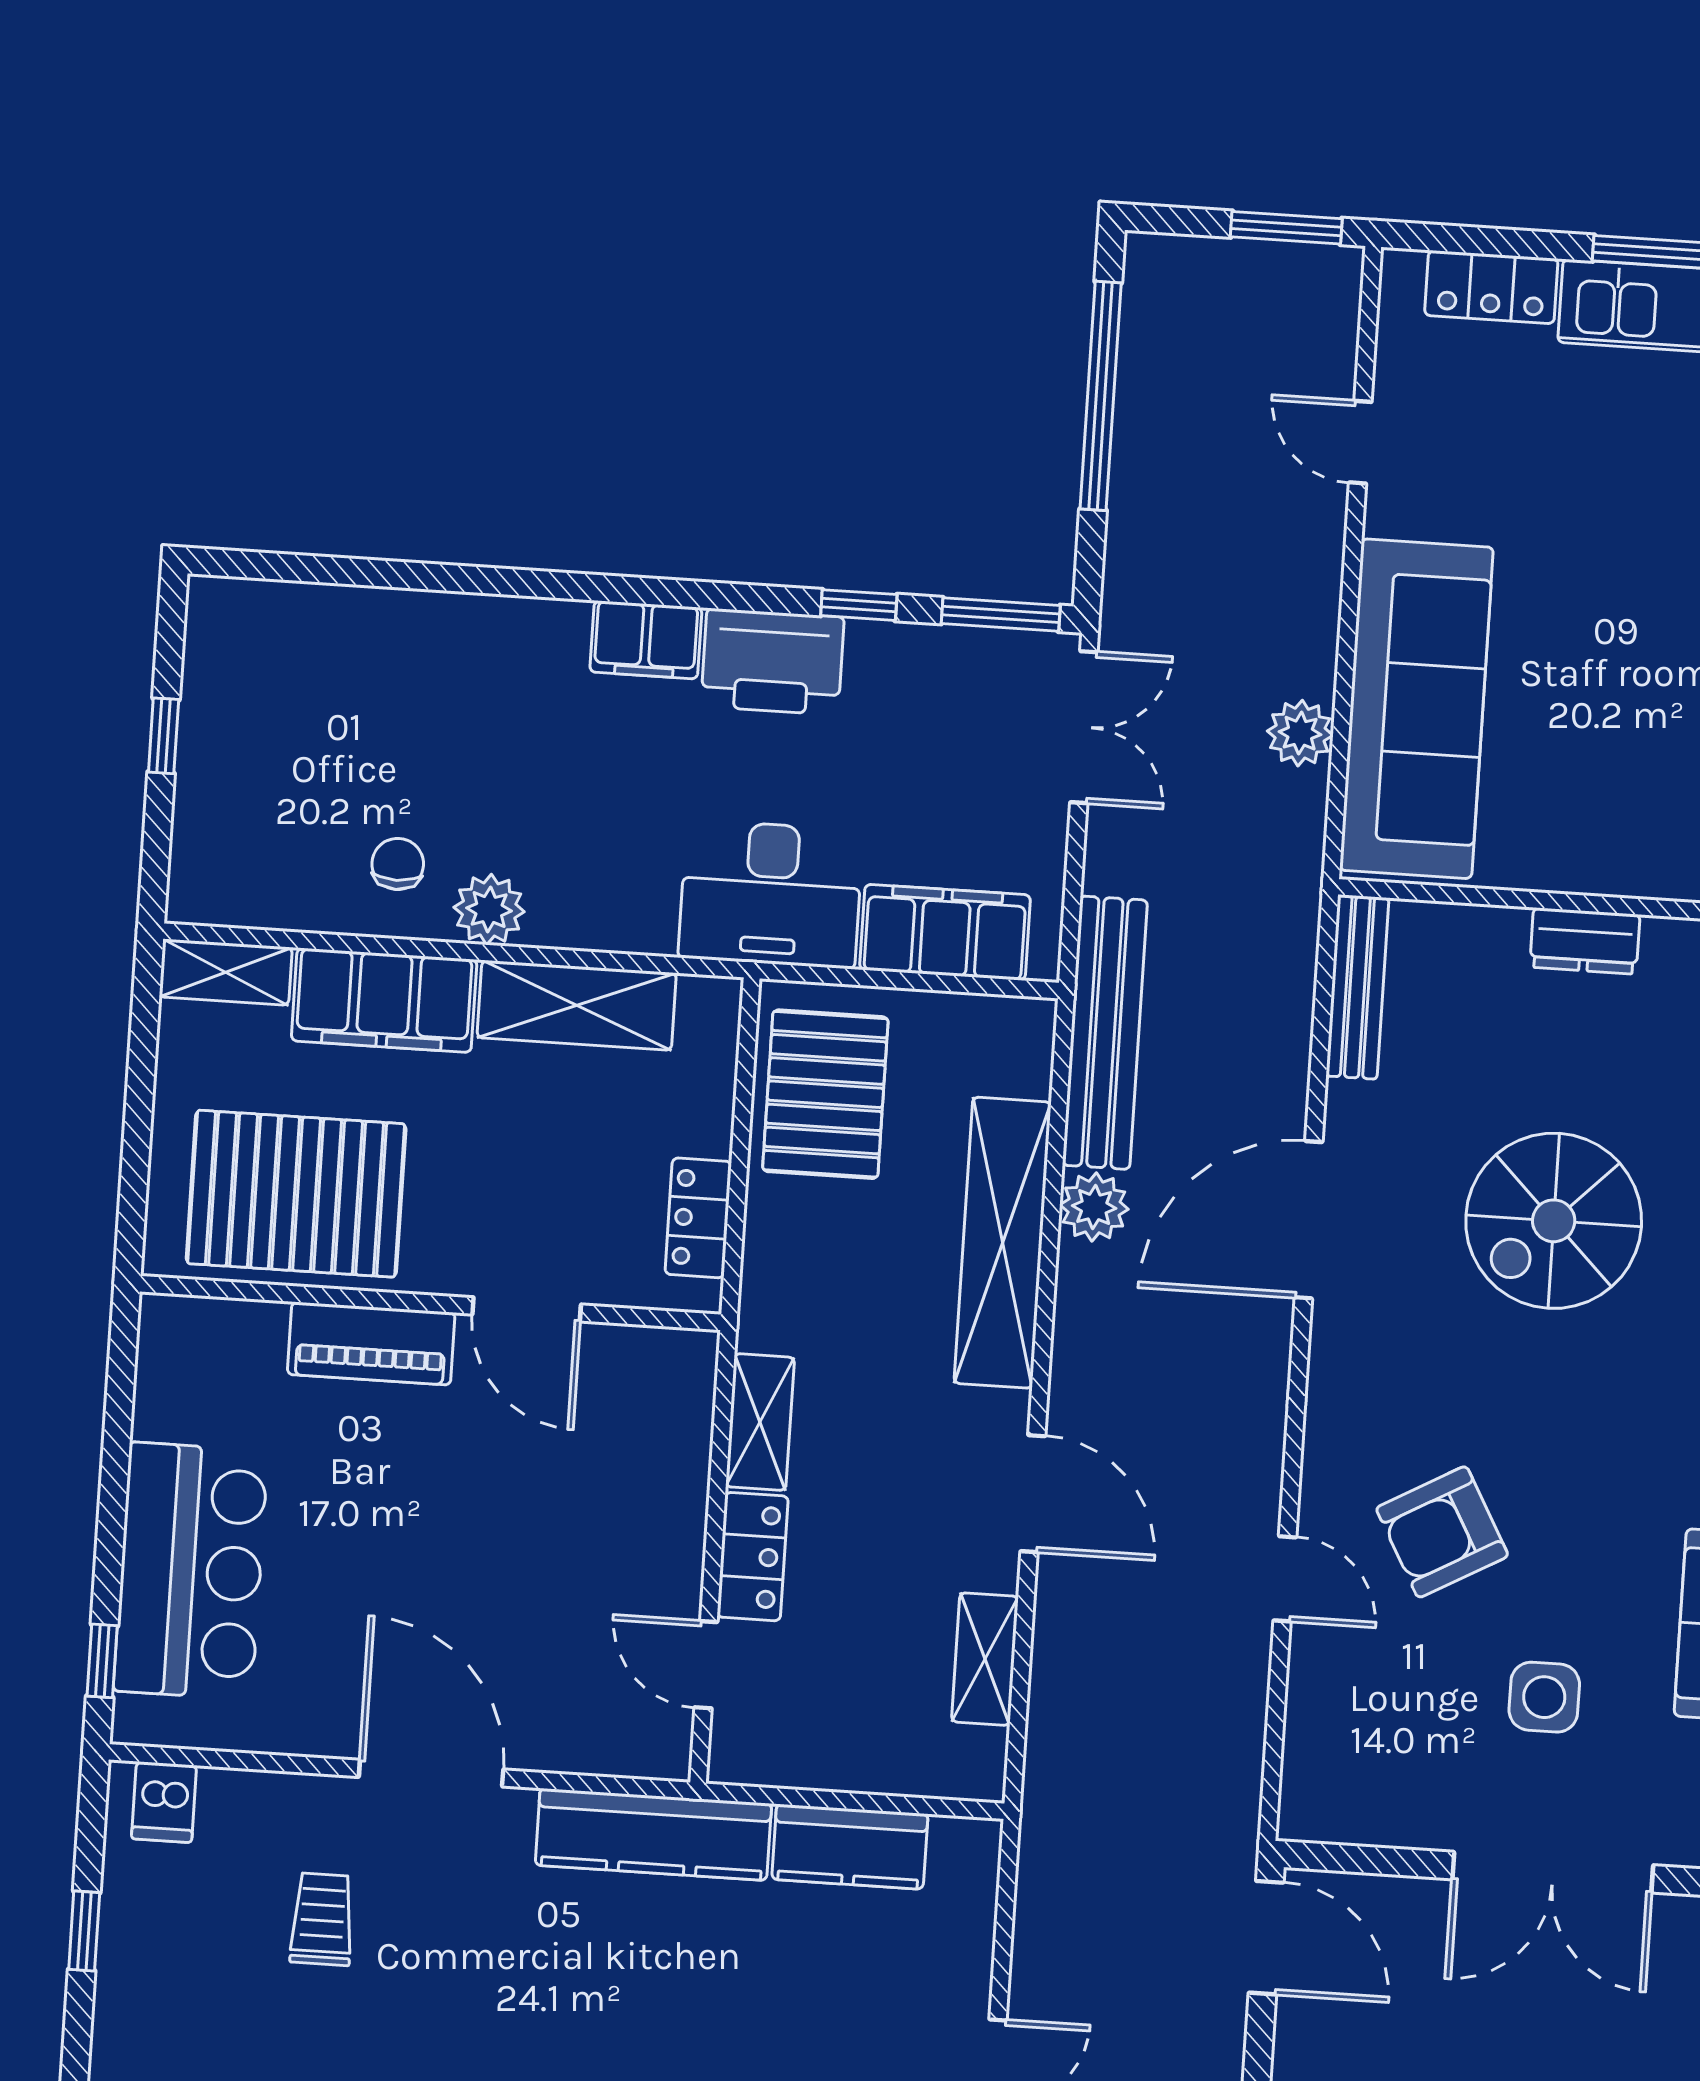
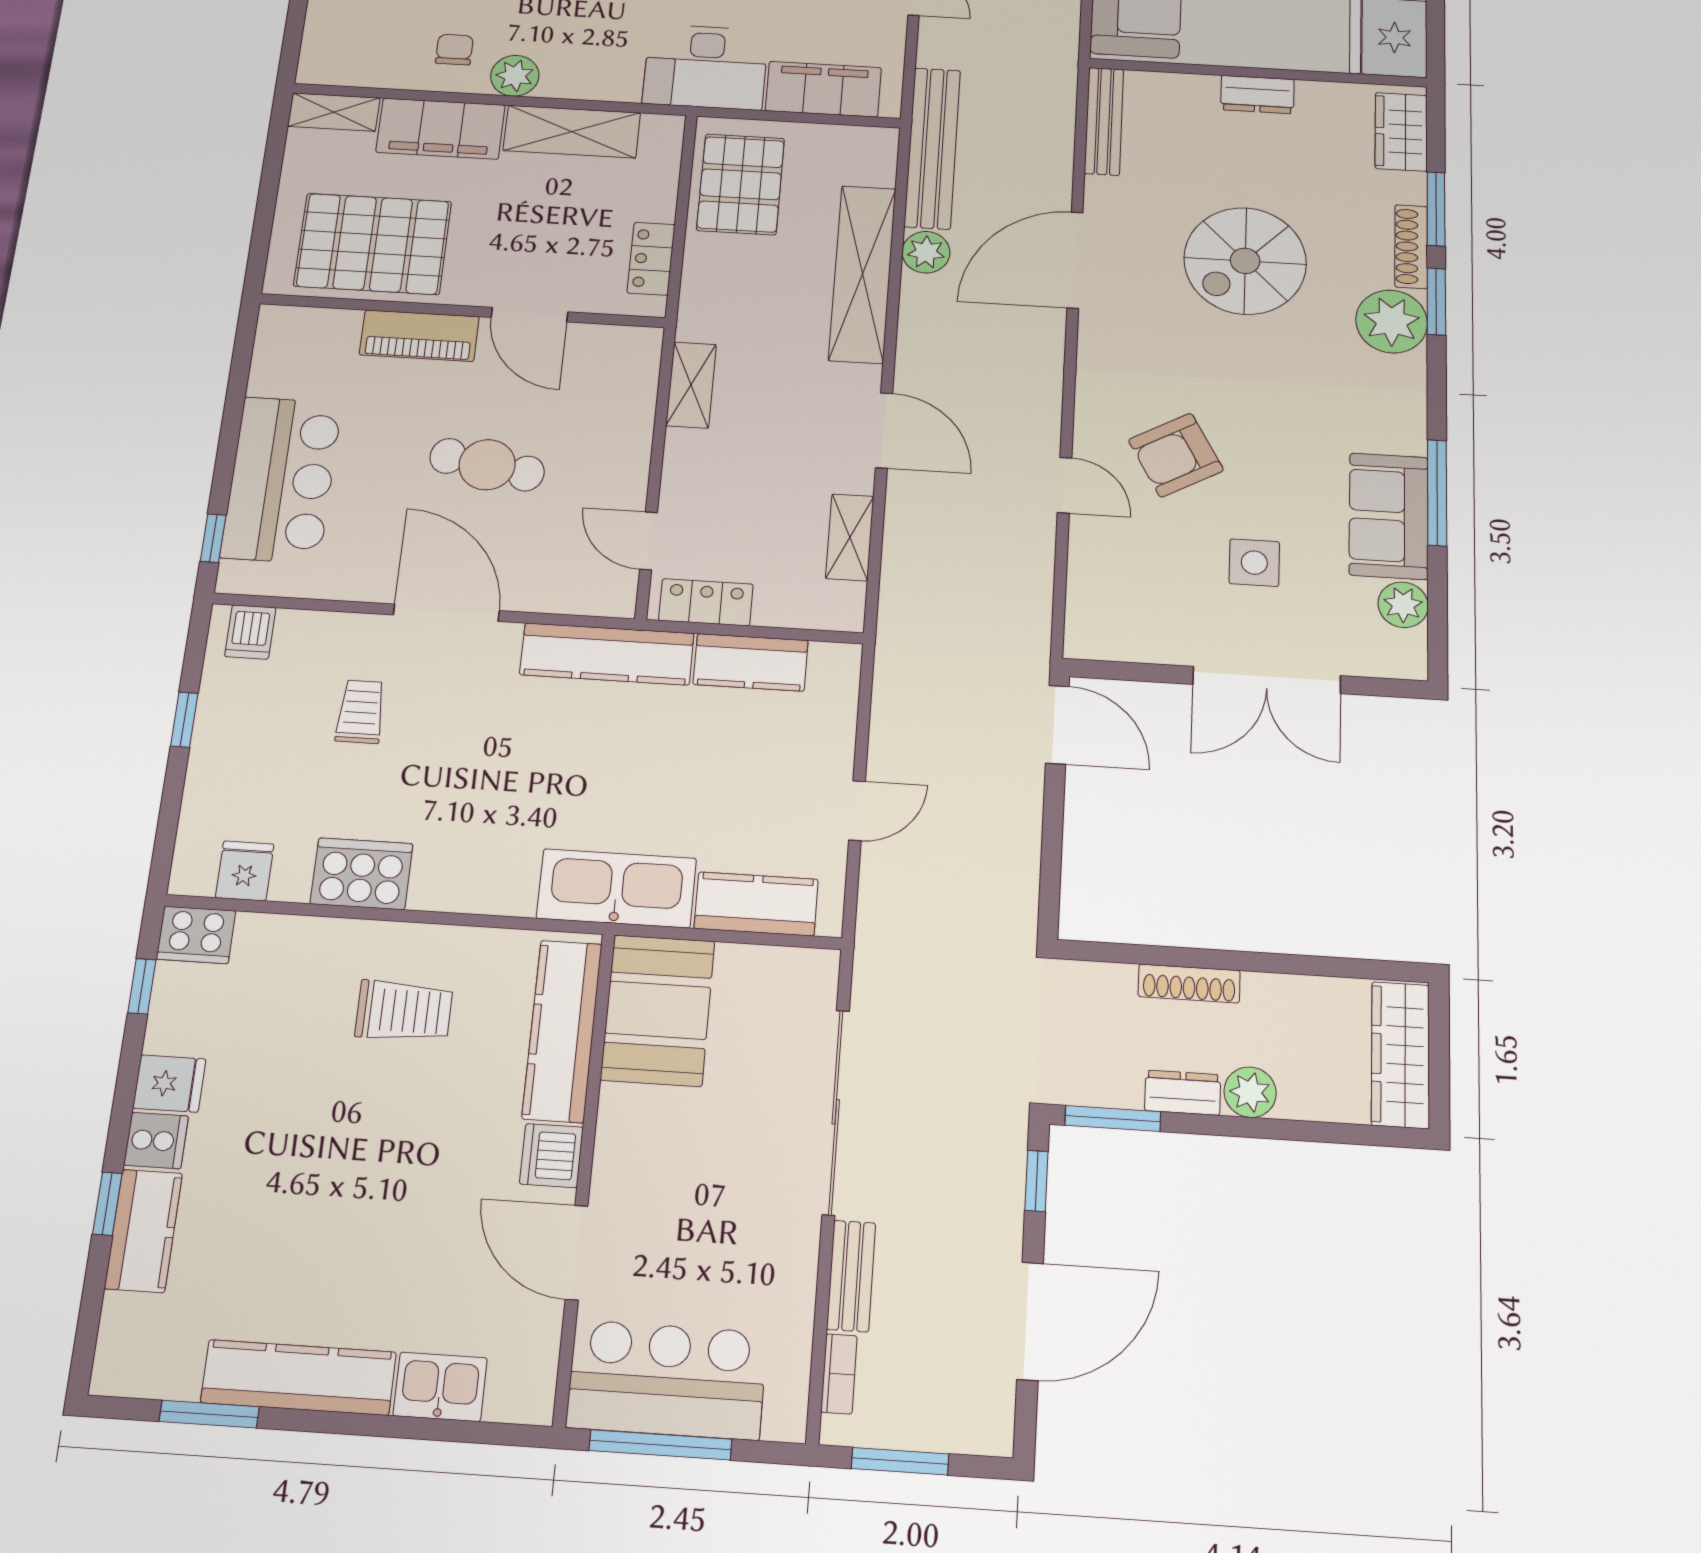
cafe table: (477, 1548) -> (487, 465), added
locker: (753, 1557) -> (706, 602), moved, turned -90

